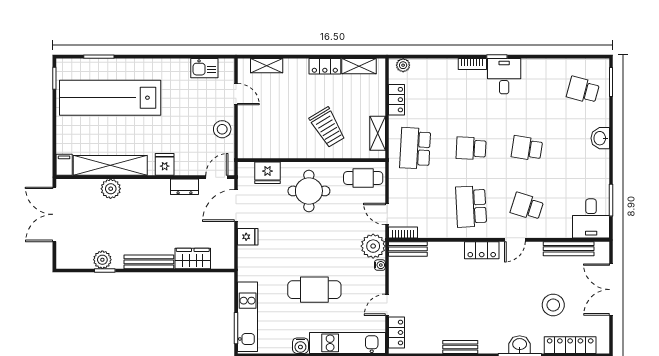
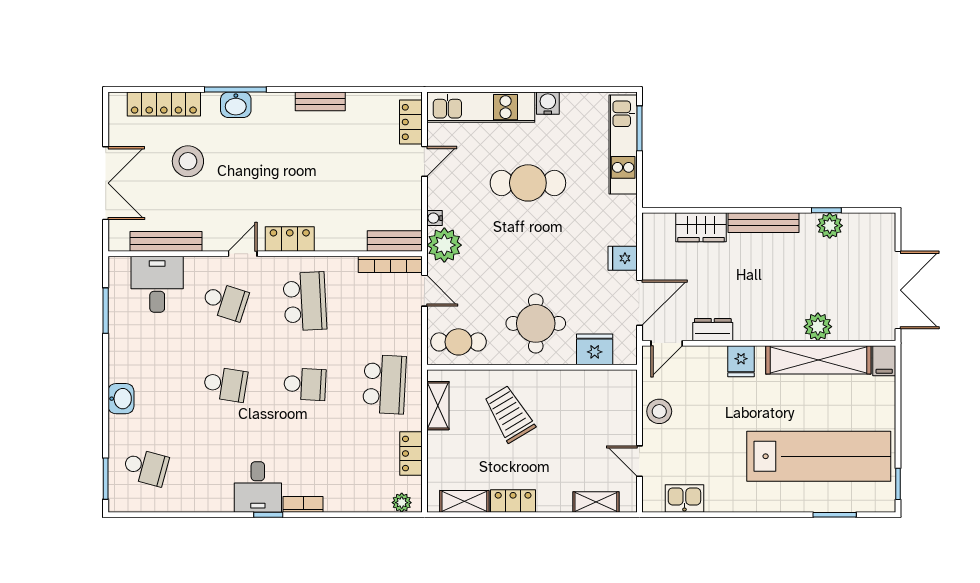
desk: (591, 218) -> (157, 284), moved
bookcase: (403, 232) -> (390, 264), width x1.56

